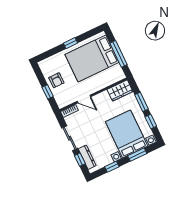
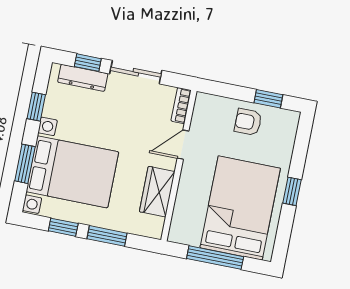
wardrobe: (120, 90) -> (157, 192), moved
window: (48, 92) -> (268, 99), moved

